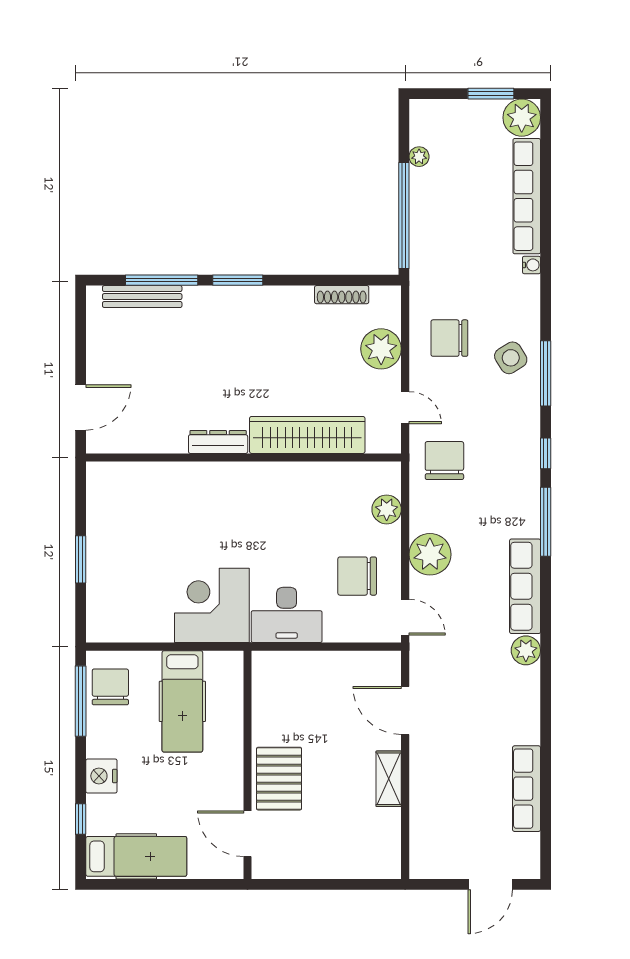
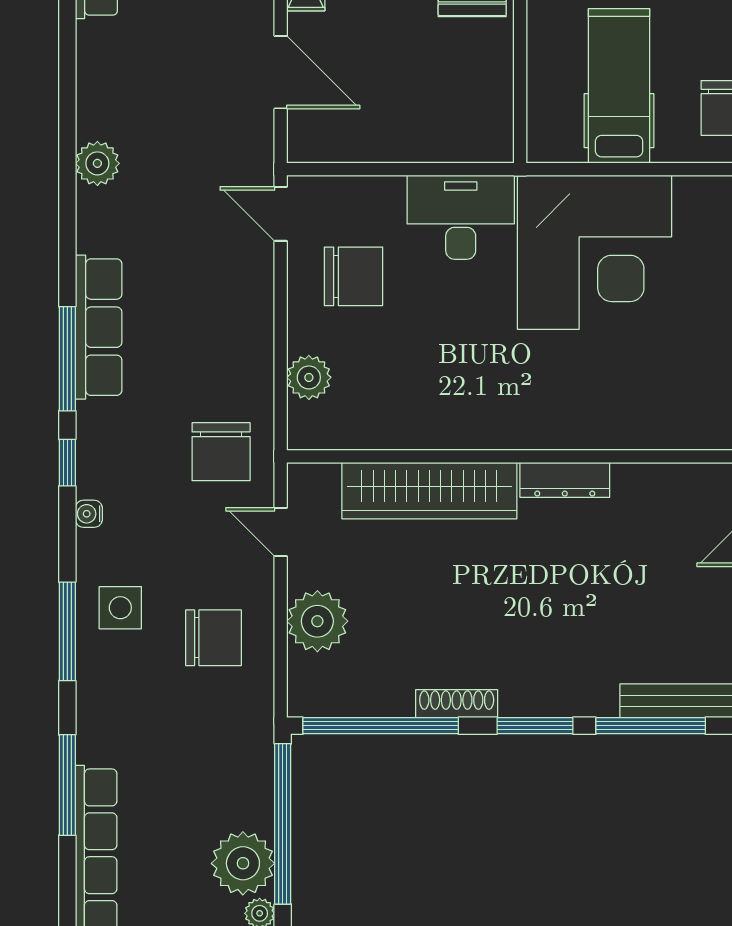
window: (546, 241) -> (67, 785), added
water cooler: (531, 265) -> (89, 514), moved
window: (339, 280) -> (381, 726), added
shoe rack: (342, 295) -> (457, 704), moved
side table: (511, 358) -> (120, 608), turned 32
window: (546, 373) -> (67, 631), moved
plant: (430, 554) -> (243, 863), moved
row of seats: (525, 586) -> (99, 327), moved
corner desk: (212, 605) -> (595, 252), width x1.36, depth x1.36

